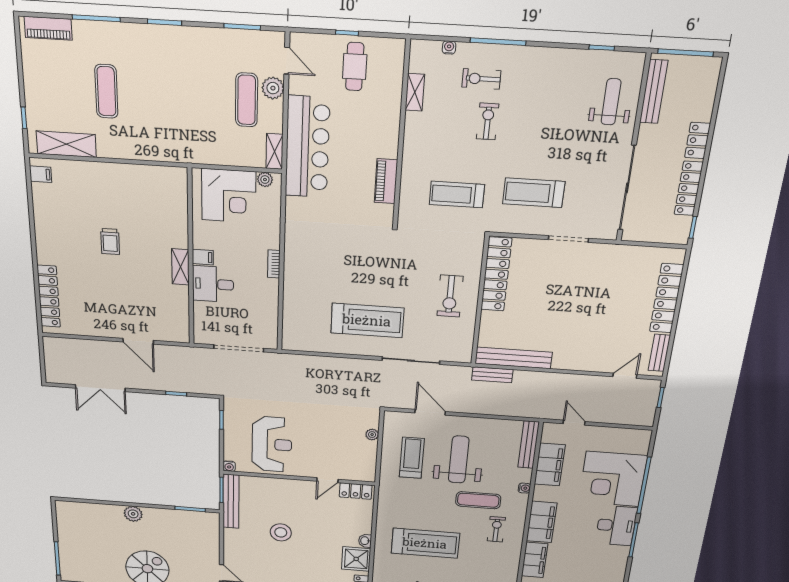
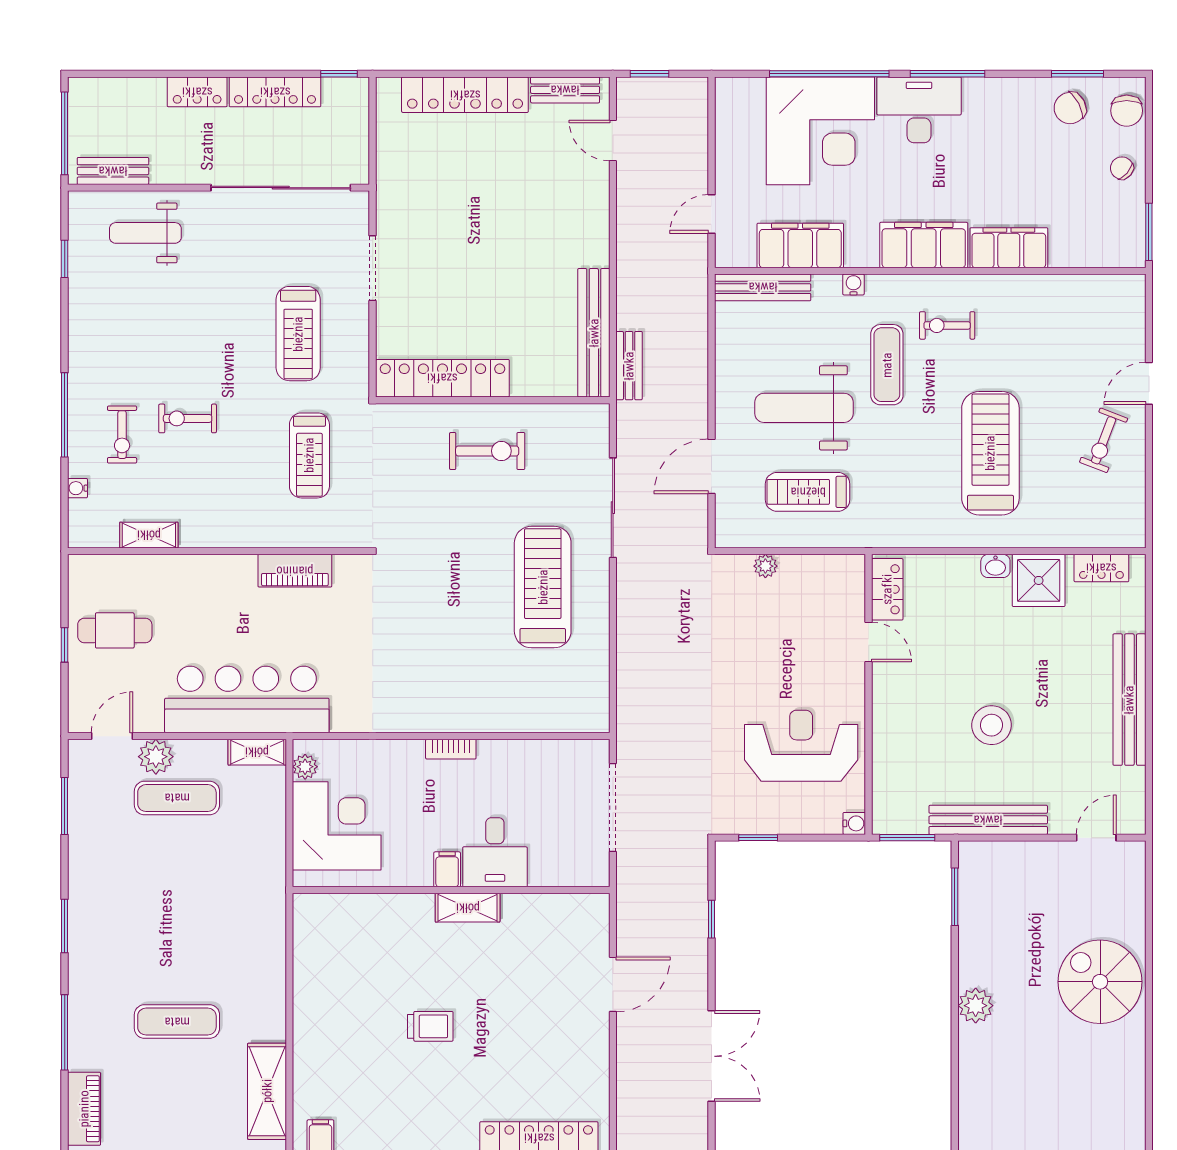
bench: (654, 92) -> (113, 171), width x0.73
bench: (231, 501) -> (988, 820), moved

